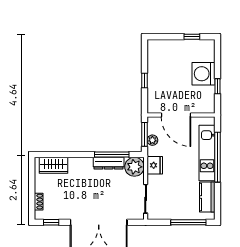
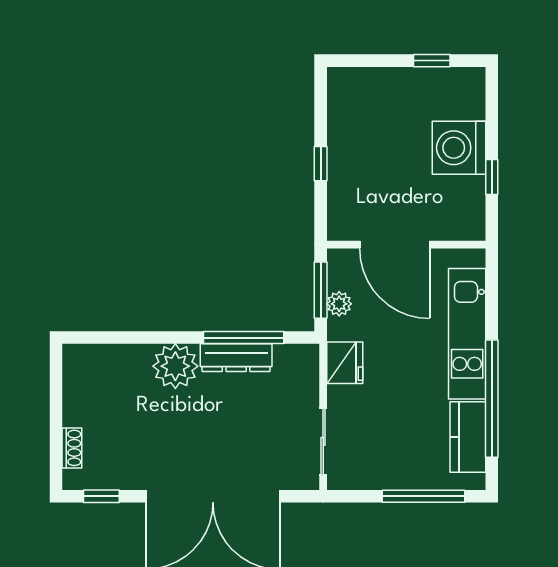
window: (217, 157) -> (492, 399), moved
wardrobe: (54, 165) -> (107, 363), removed
plant: (134, 167) -> (175, 366), moved

